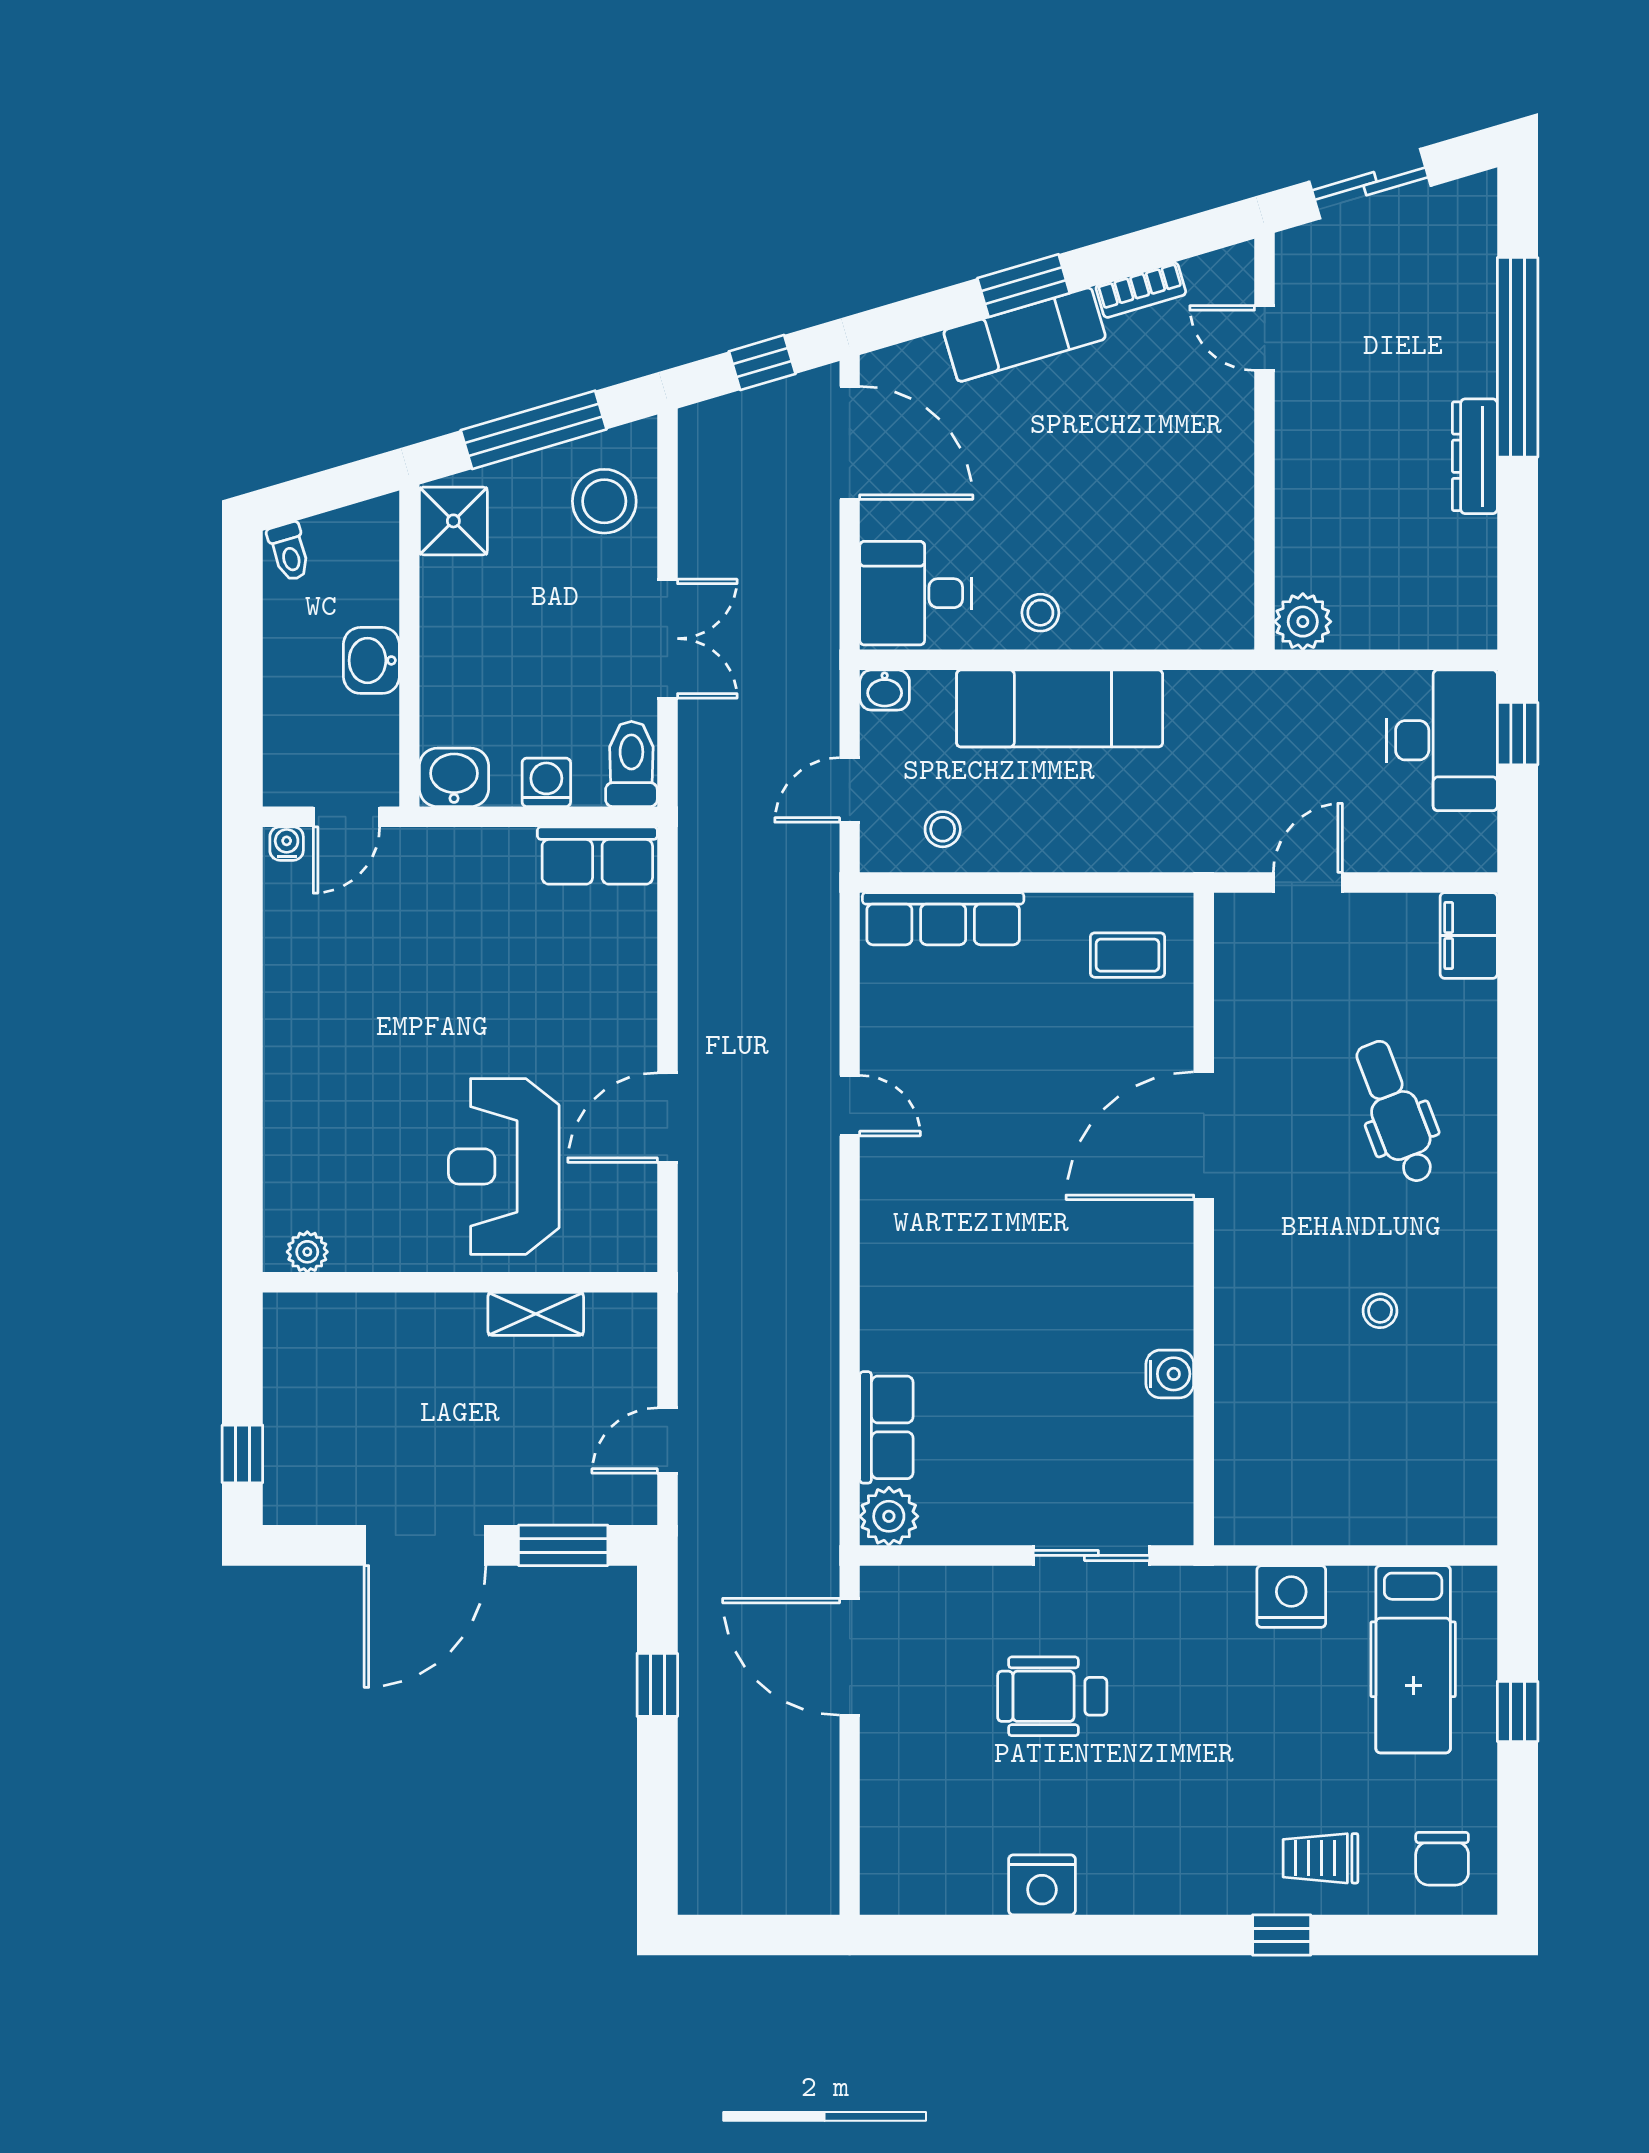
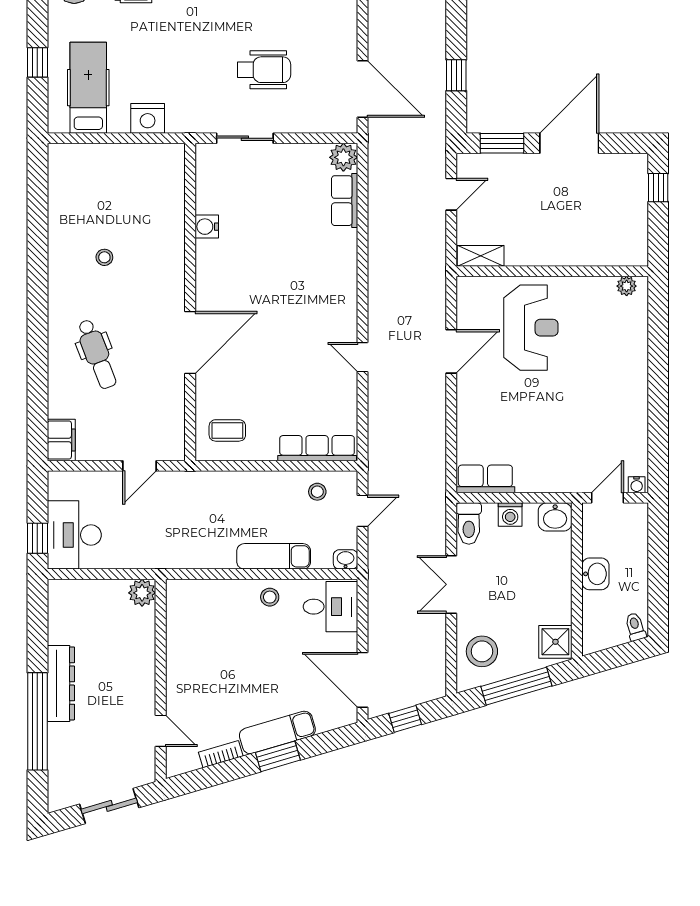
dresser: (1475, 456) -> (61, 683), width x1.37, depth x1.24
exam couch: (1060, 708) -> (274, 556), width x0.73, depth x0.69
shelving: (536, 1314) -> (481, 256), moved

